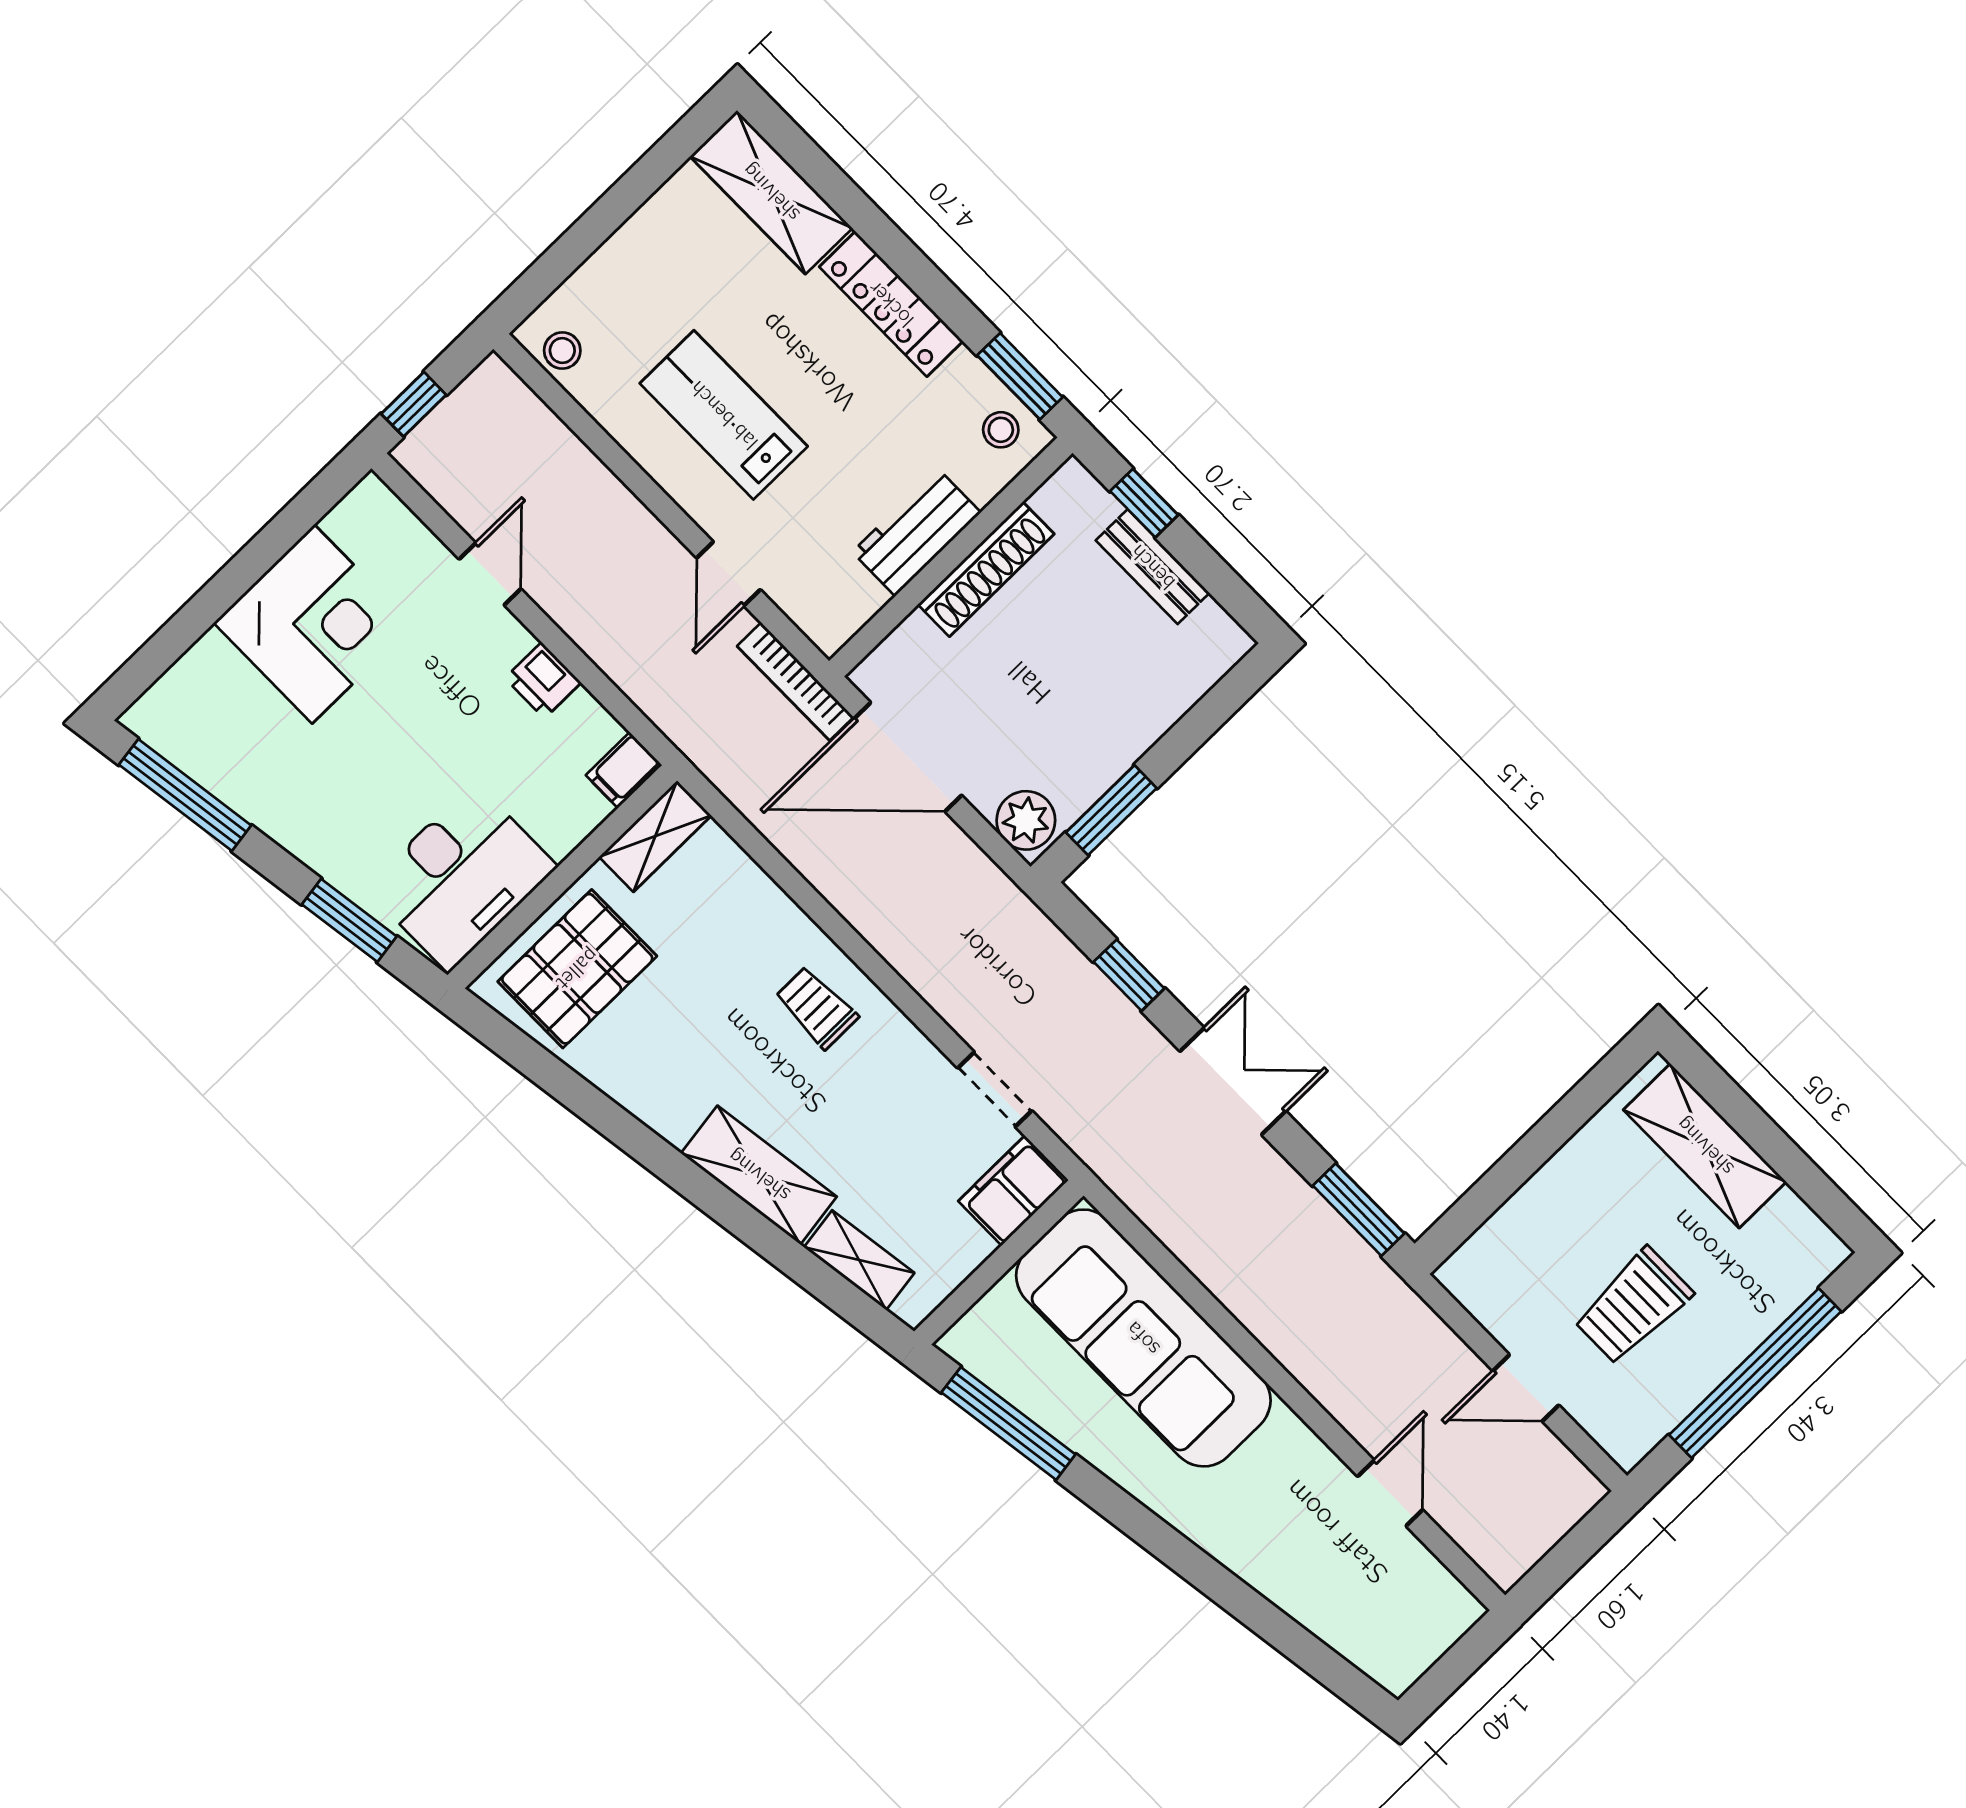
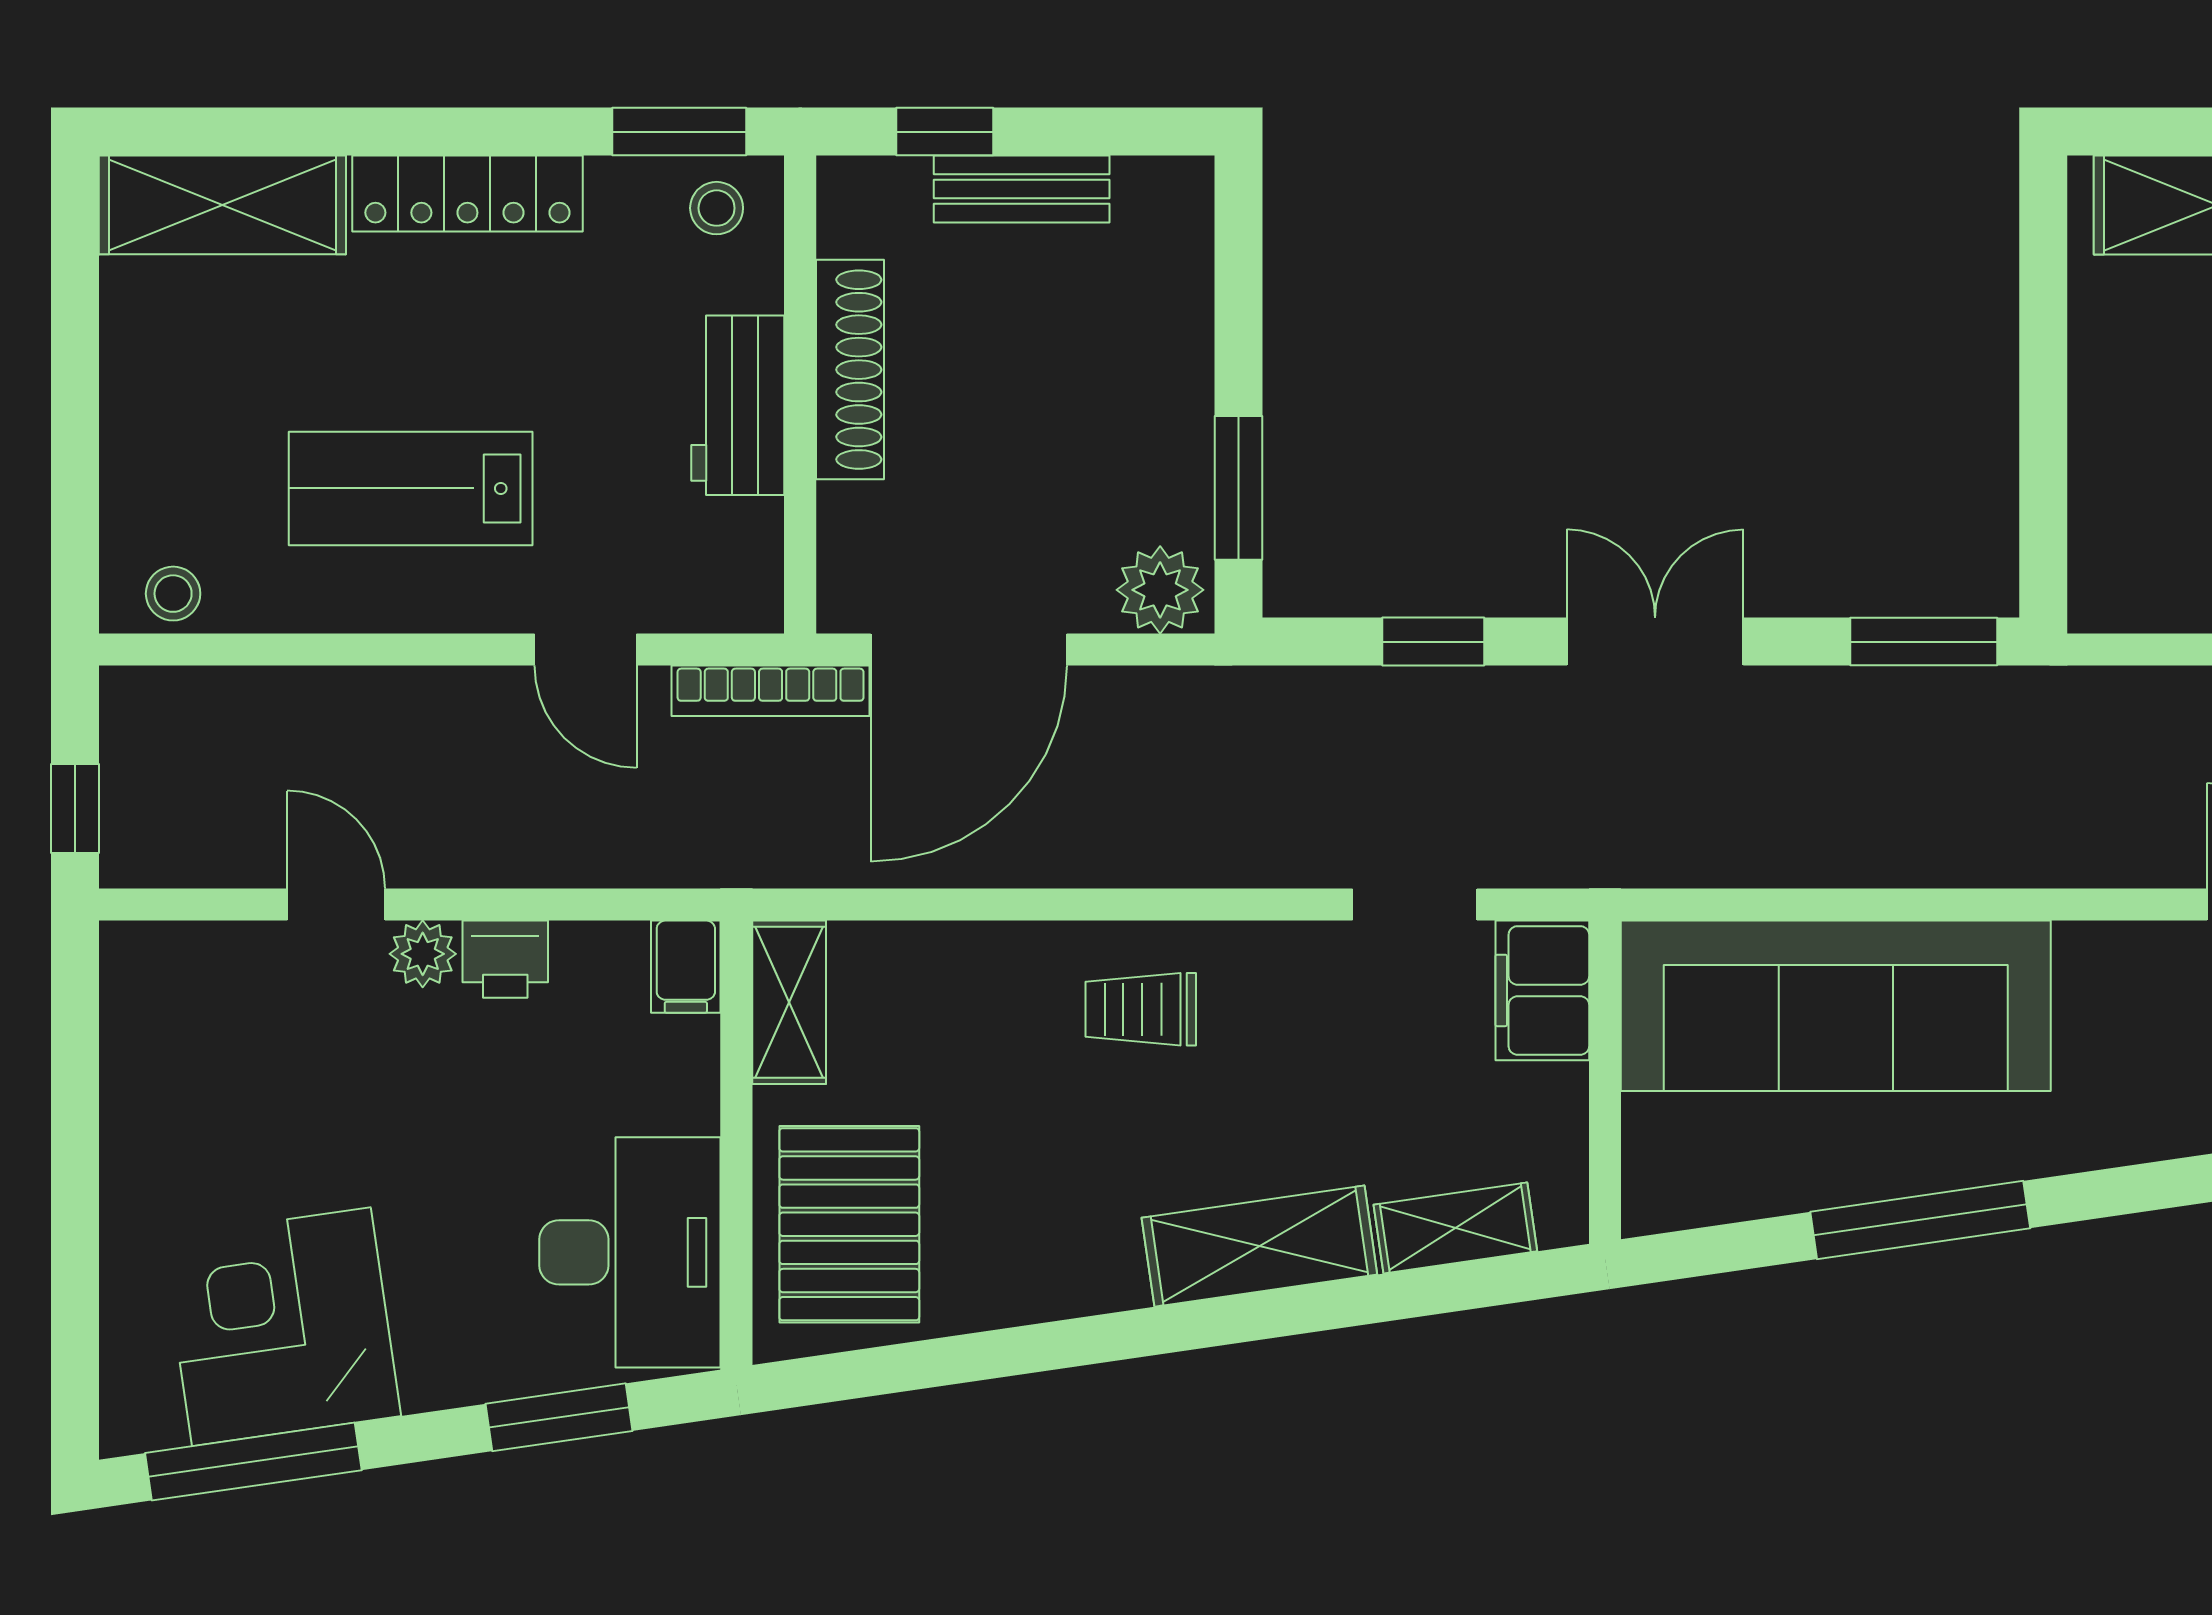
corner desk: (313, 624) -> (281, 1327), moved, turned -98
plant: (507, 638) -> (423, 954), added
window: (1008, 1423) -> (1920, 1220), moved

